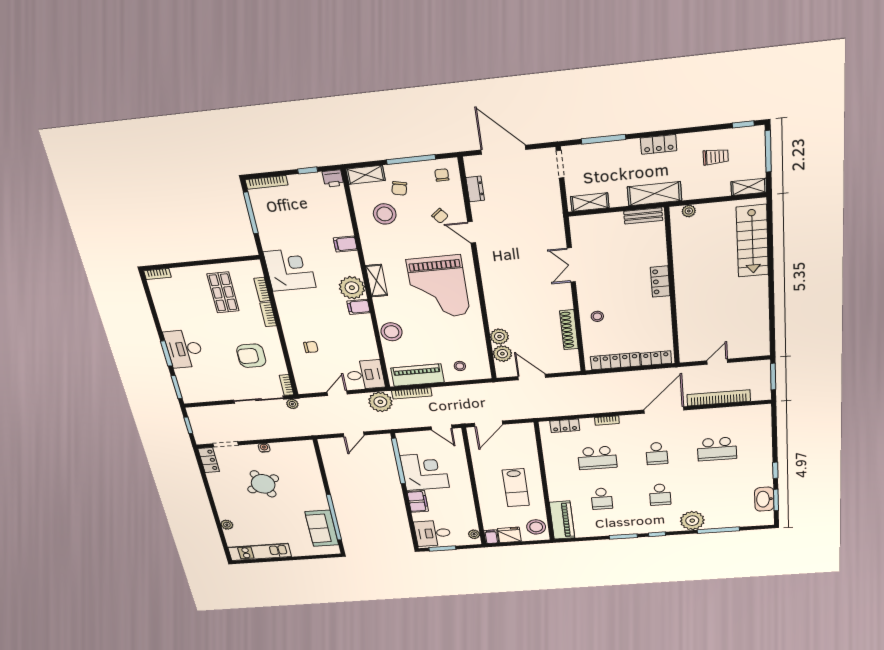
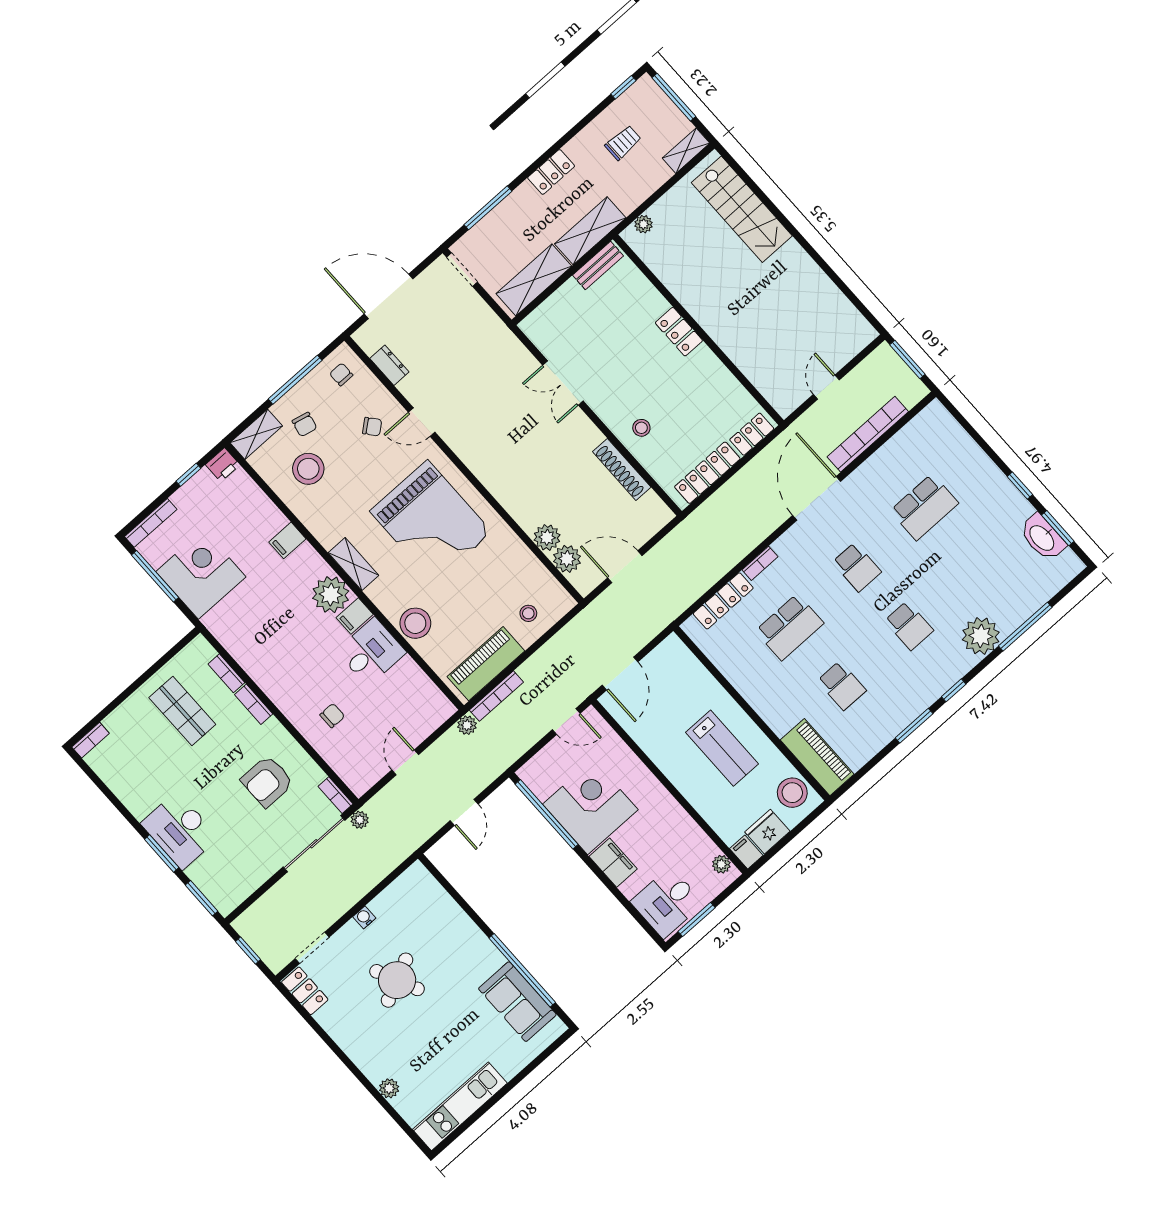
shelving: (590, 202) -> (534, 280), width x1.50, depth x1.33
corner desk: (290, 270) -> (201, 574), moved
desk: (365, 375) -> (371, 652), moved
plant: (380, 402) -> (467, 725), width x0.53, depth x0.53
locker: (565, 426) -> (723, 601), width x1.53

